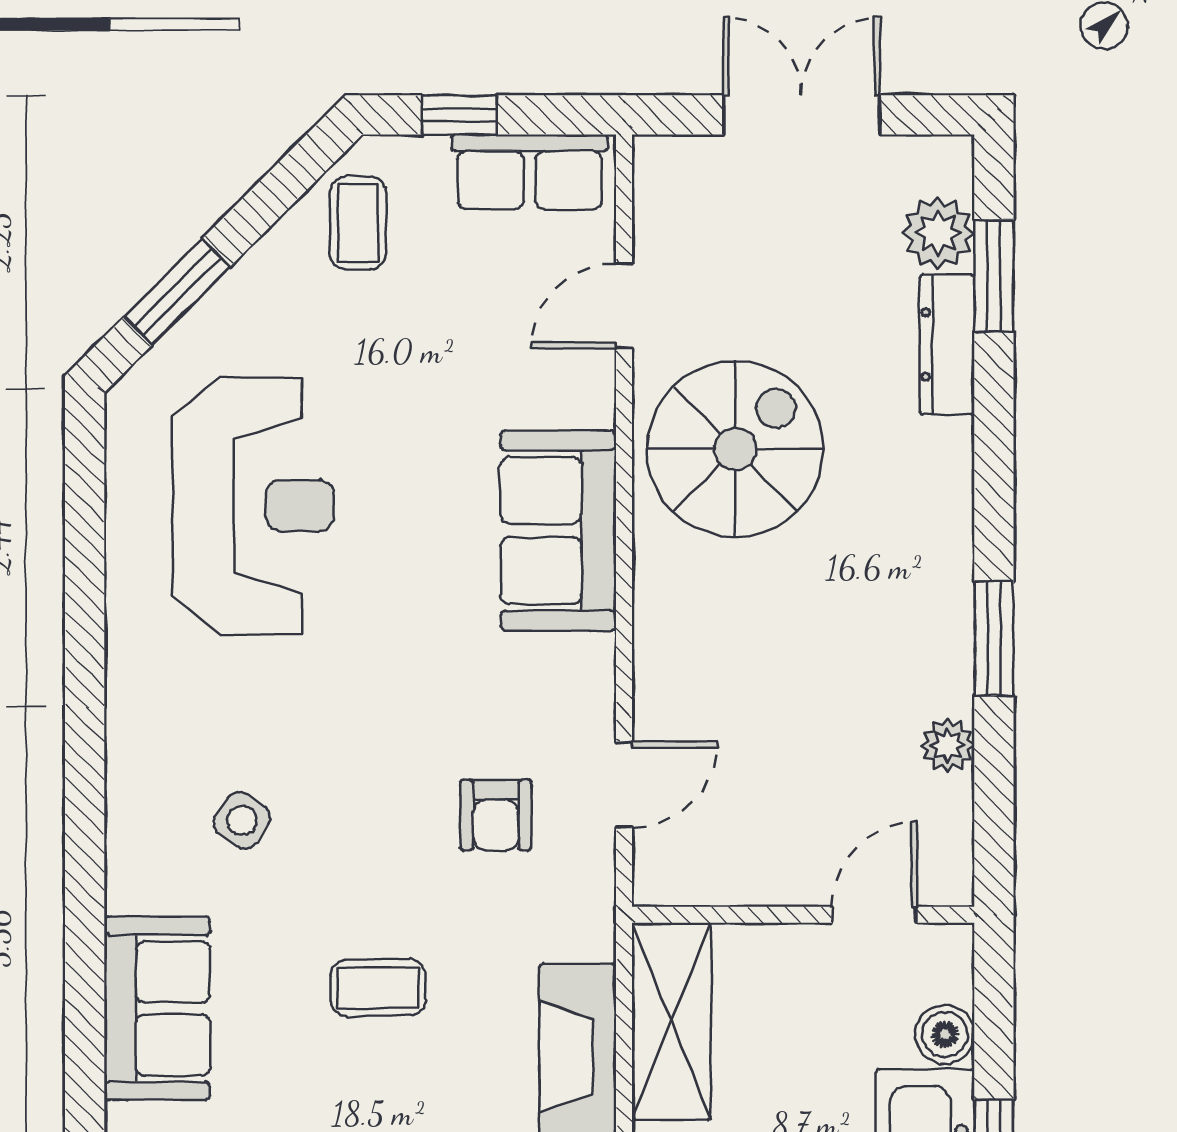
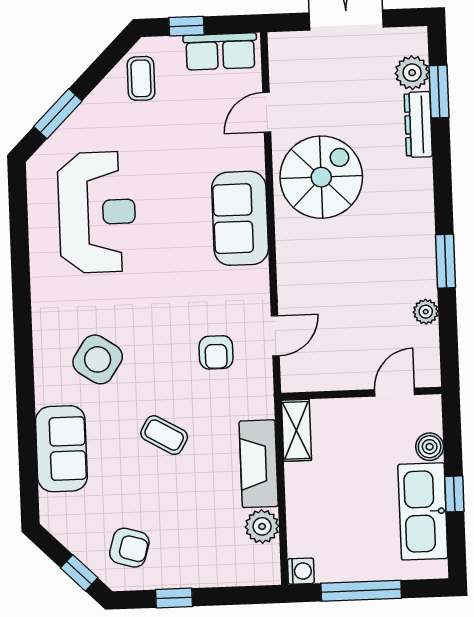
side table: (242, 820) -> (98, 359), width x1.87, depth x1.87
coffee table: (378, 988) -> (164, 435), turned 31
shelving: (671, 1021) -> (296, 430), width x0.67, depth x0.75

